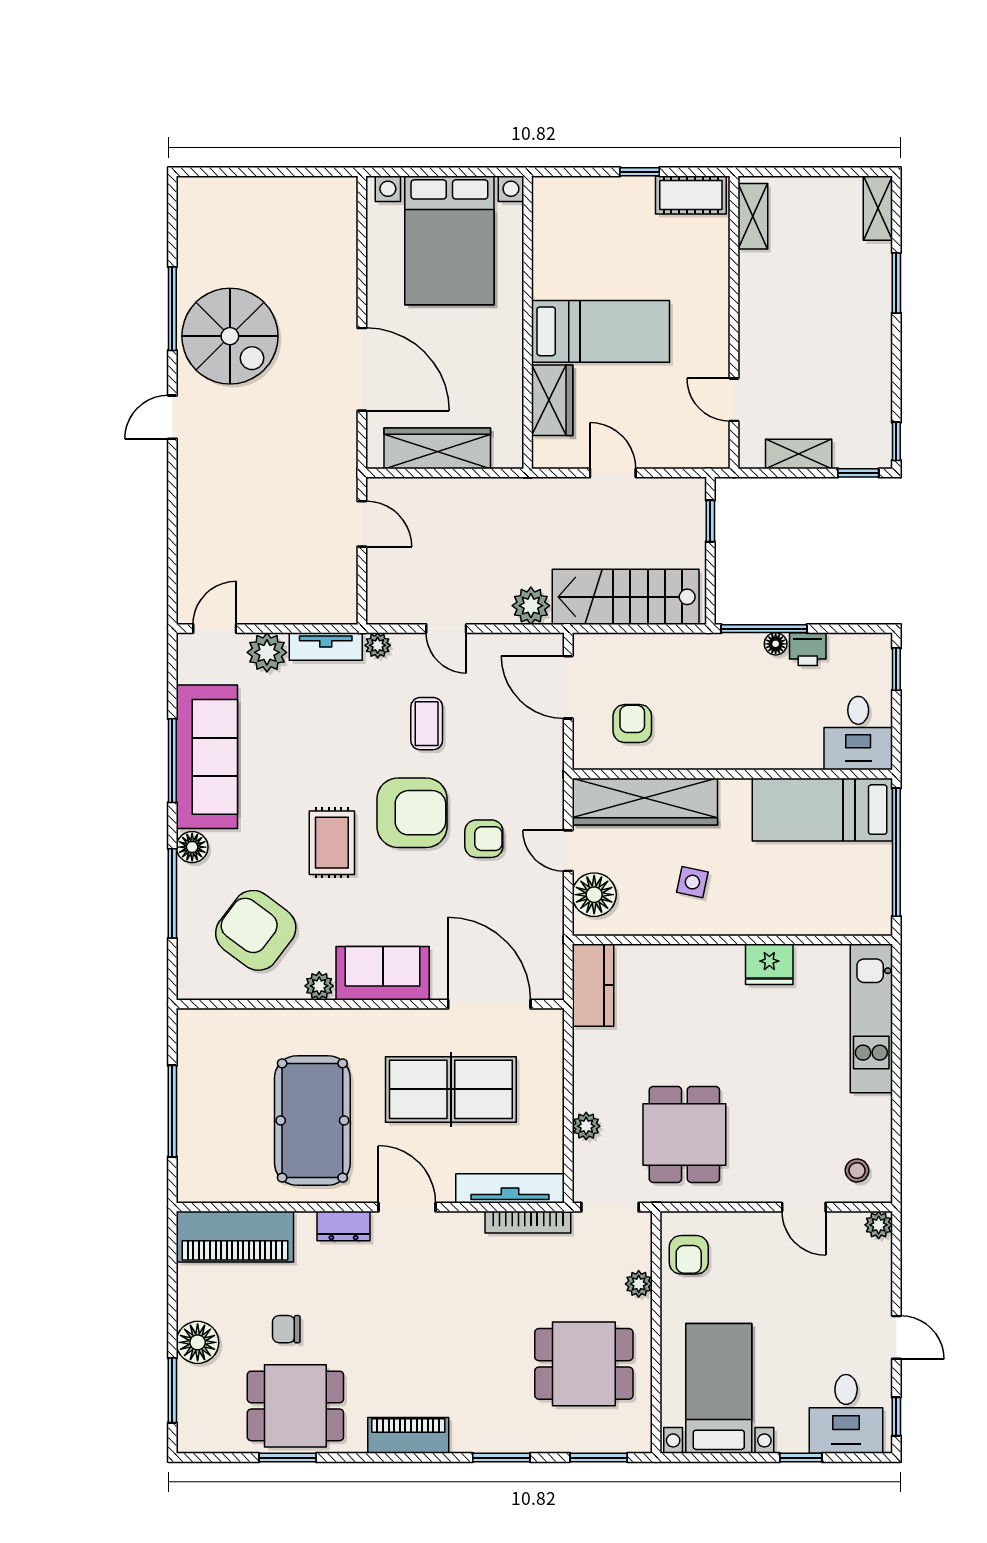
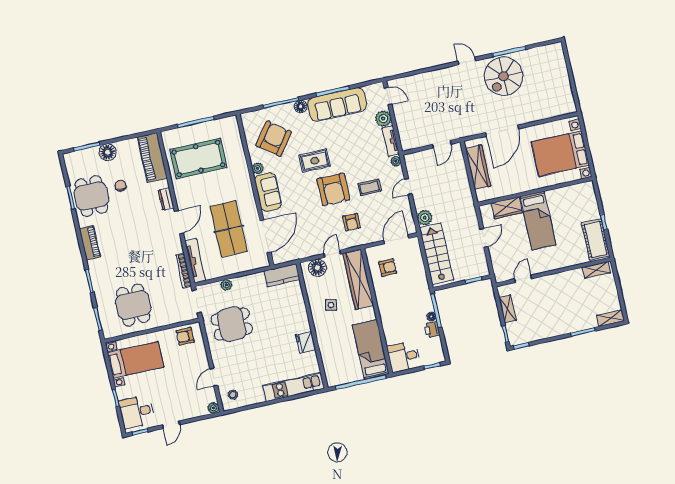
cot: (691, 195) -> (596, 239), width x1.37, depth x1.34
armchair: (484, 839) -> (351, 222), moved
pool table: (312, 1120) -> (198, 158), moved
plant: (639, 1284) -> (169, 319), removed

